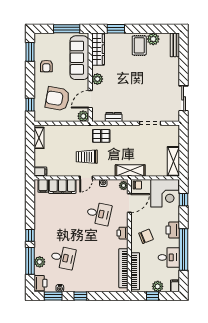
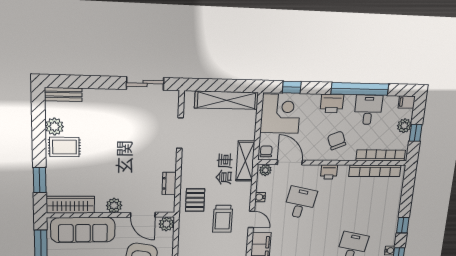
shelving: (173, 161) -> (227, 100), width x1.47

